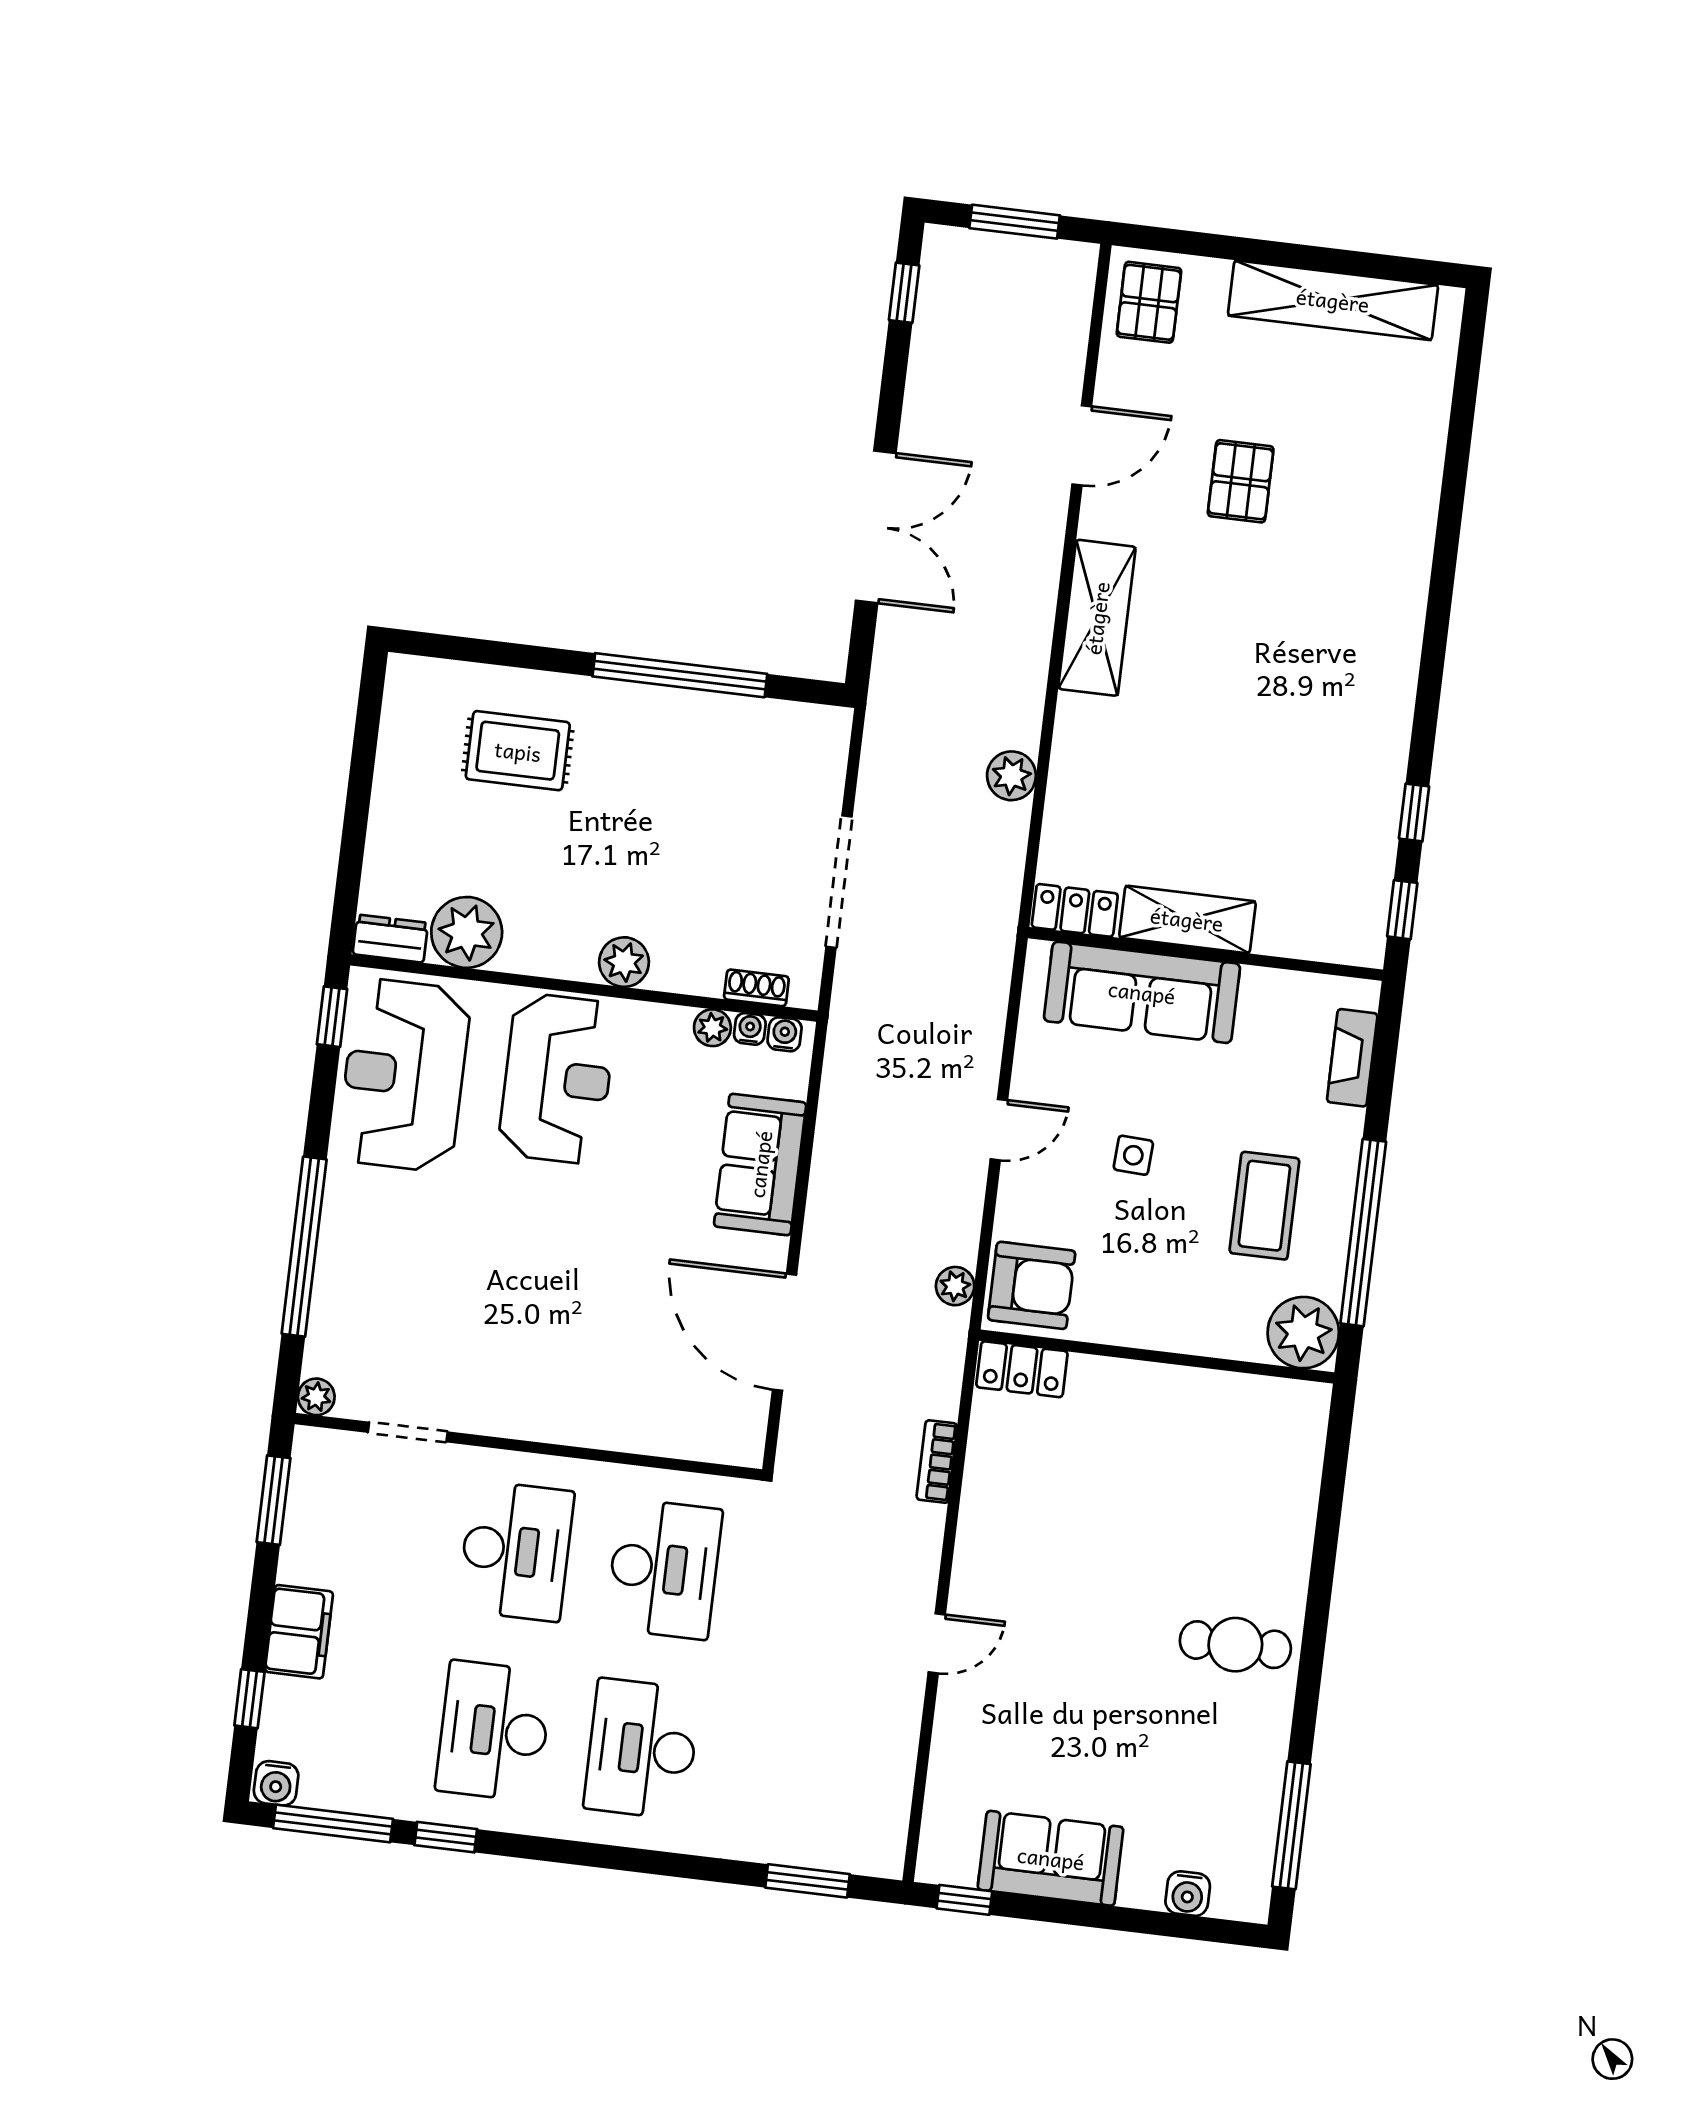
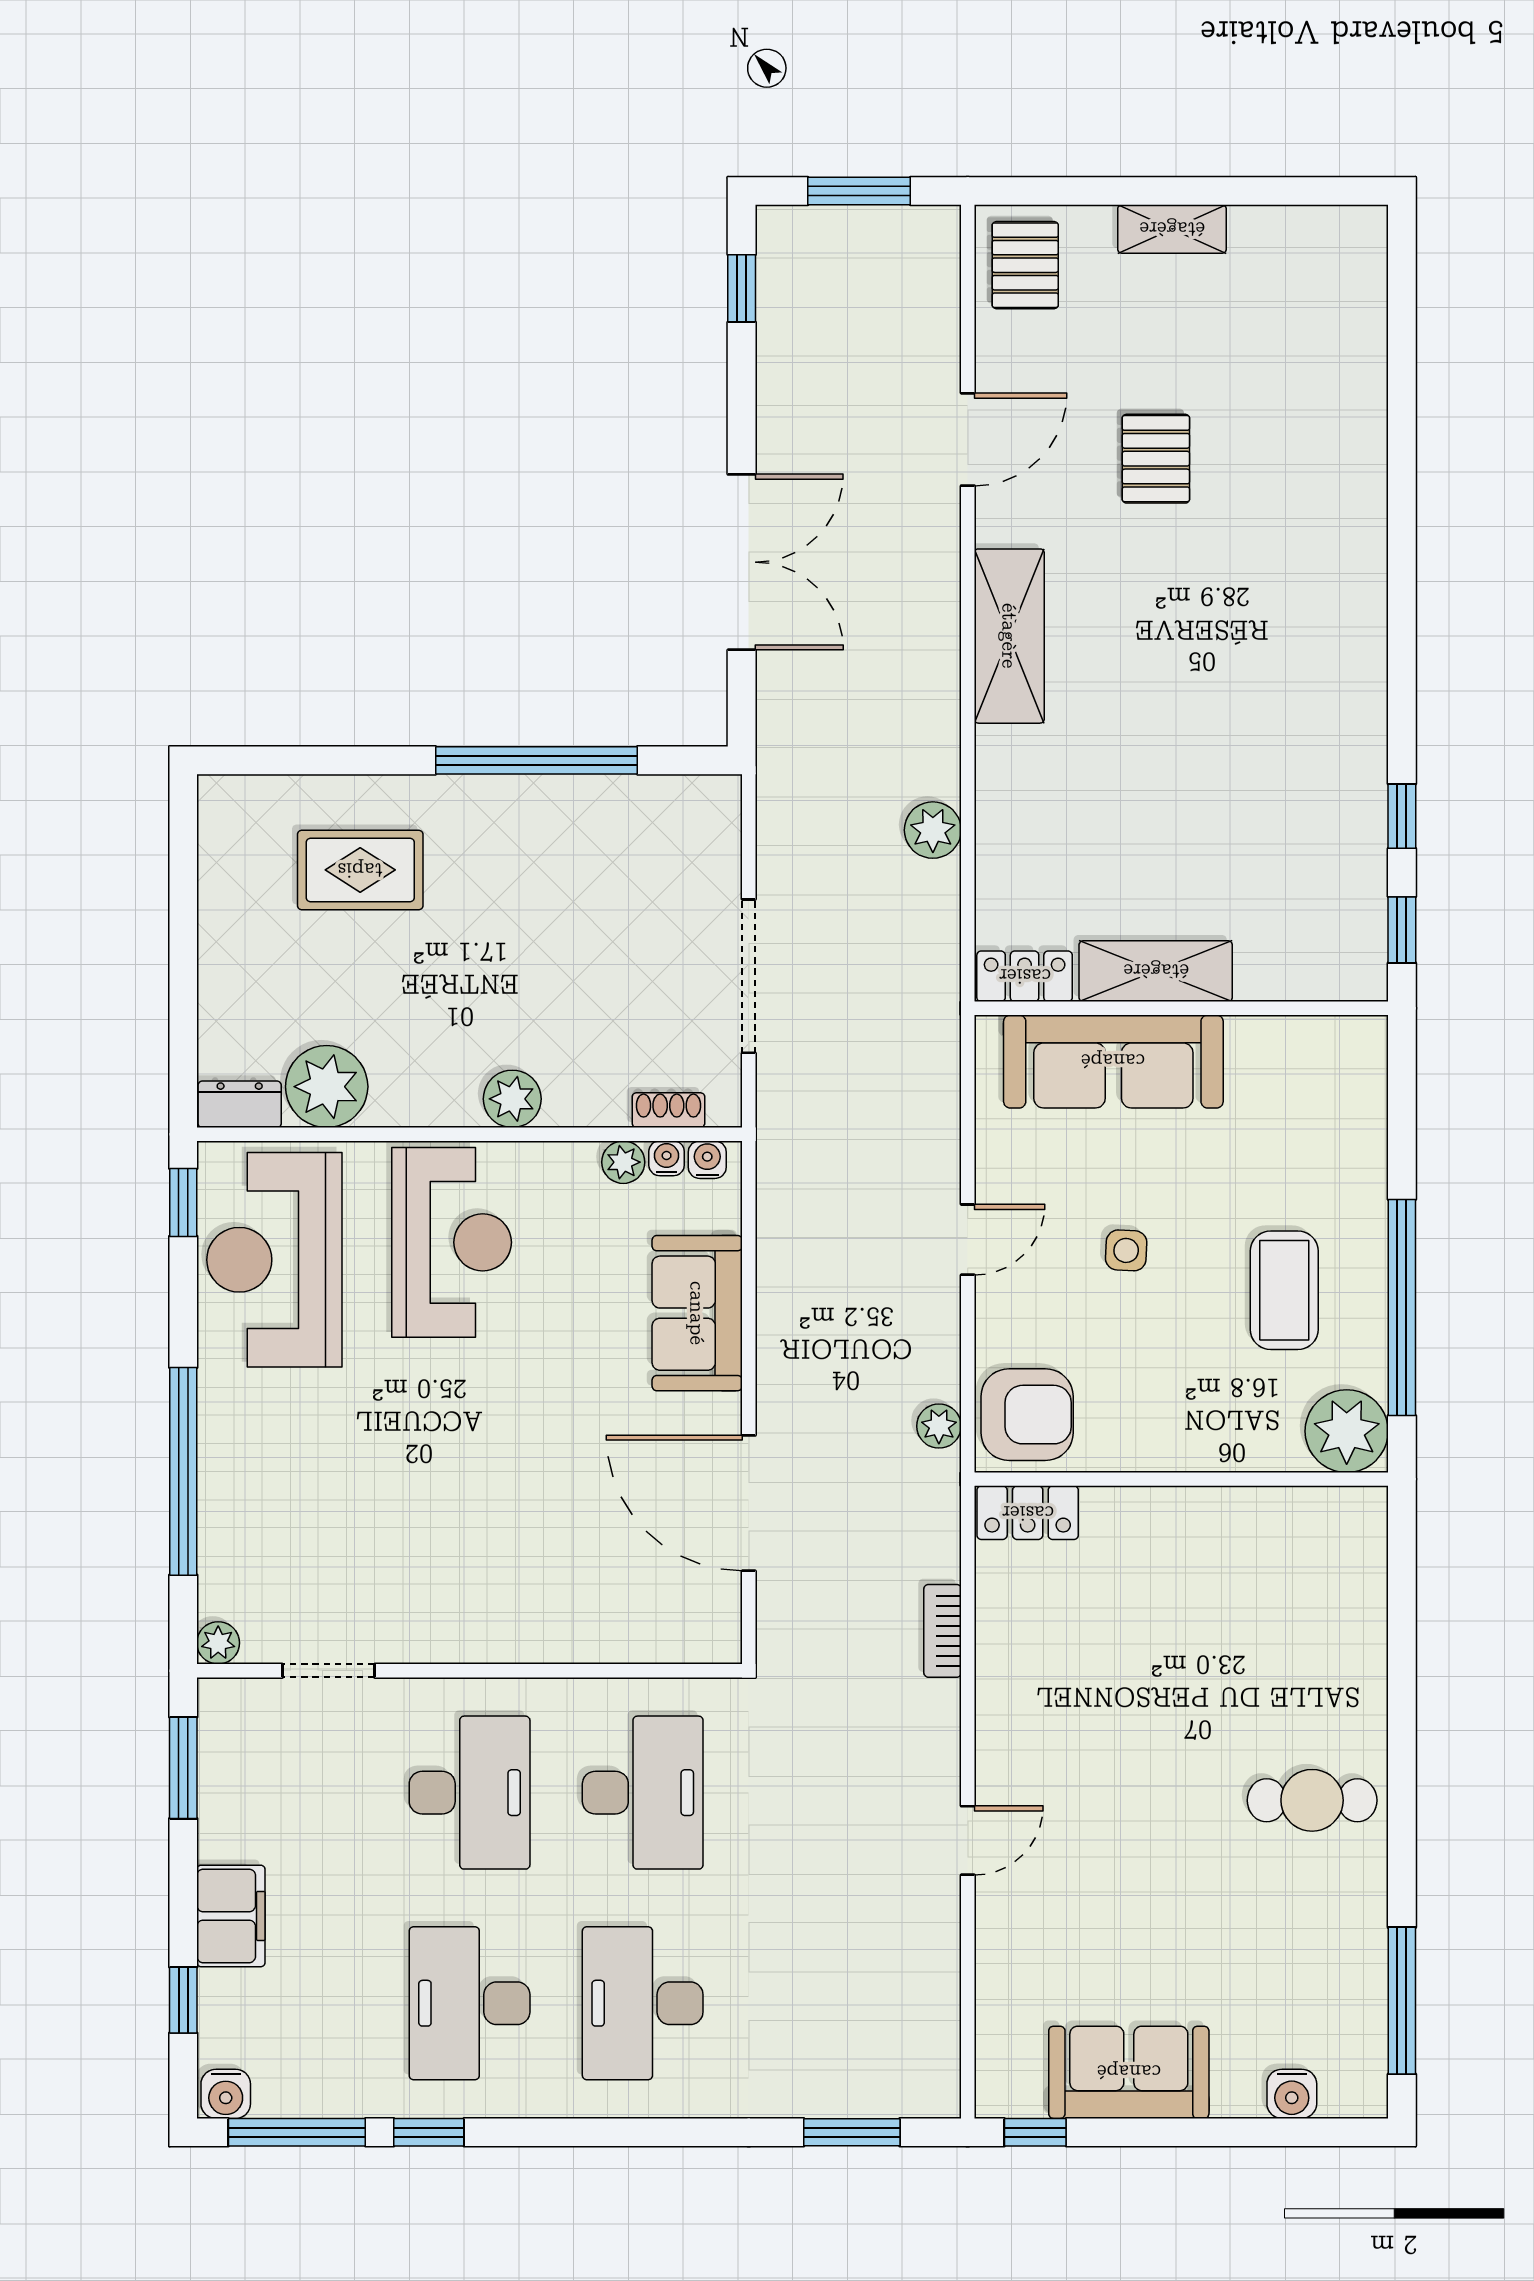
shelving: (1333, 300) -> (1172, 229), width x0.45, depth x0.75
fireplace: (1352, 1058) -> (1365, 1108), removed

